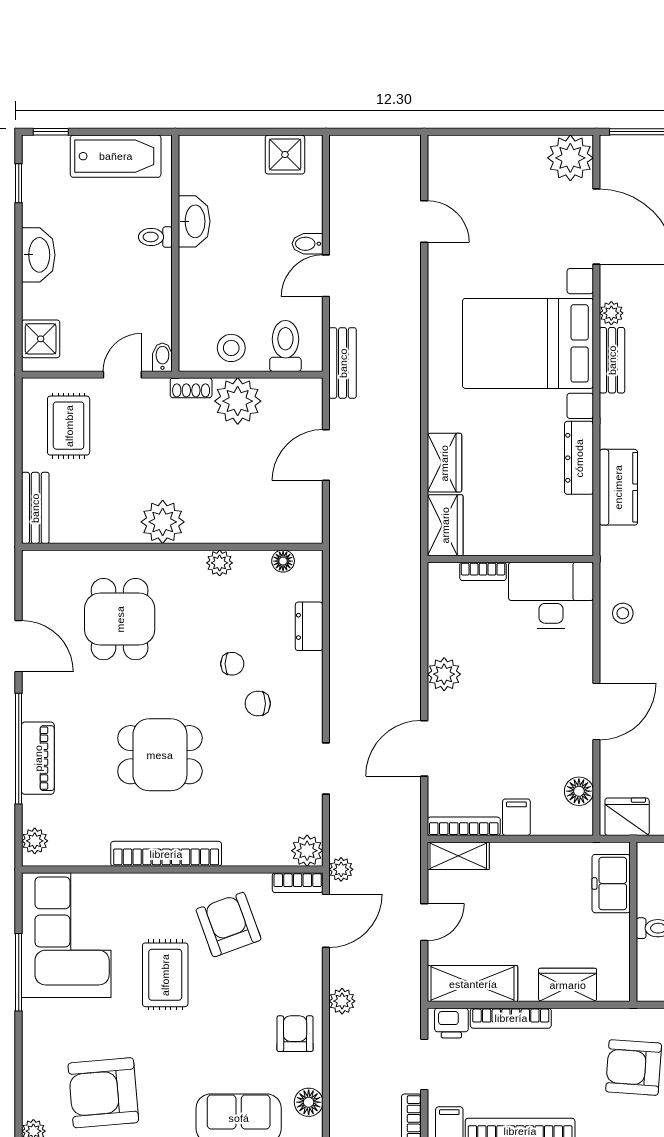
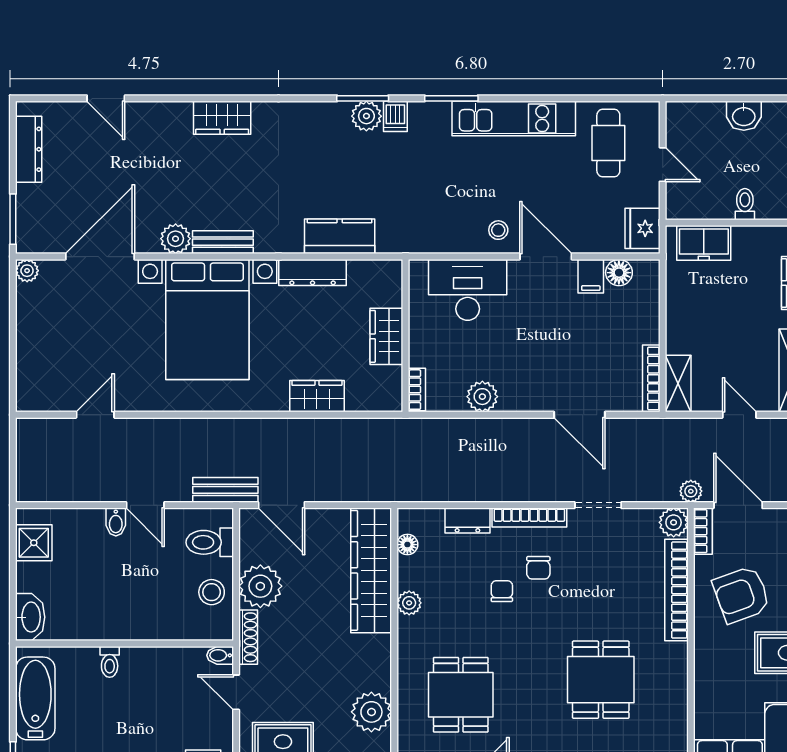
plant: (570, 158) -> (27, 271), width x0.53, depth x0.53
washbasin: (194, 221) -> (30, 617), moved, turned 90
plant: (611, 313) -> (176, 239), width x1.38, depth x1.38
shoe rack: (191, 388) -> (248, 637), width x1.43
door: (326, 455) -> (281, 505), moved
plant: (163, 522) -> (371, 712), moved
wardrobe: (255, 522) -> (371, 570), added
wardrobe: (445, 525) -> (386, 336), moved, turned -90
bookcase: (483, 571) -> (417, 390), moved
desk: (551, 595) -> (468, 290), moved, turned 90
stool: (623, 613) -> (498, 230), moved
dining table: (120, 619) -> (461, 695), turned 90
plant: (444, 674) -> (482, 397), moved
bookcase: (312, 694) -> (529, 517), added
dining table: (160, 755) -> (601, 680), moved
filing cabinet: (516, 817) -> (591, 276), moved, turned -90
bookcase: (166, 854) -> (676, 590), moved

